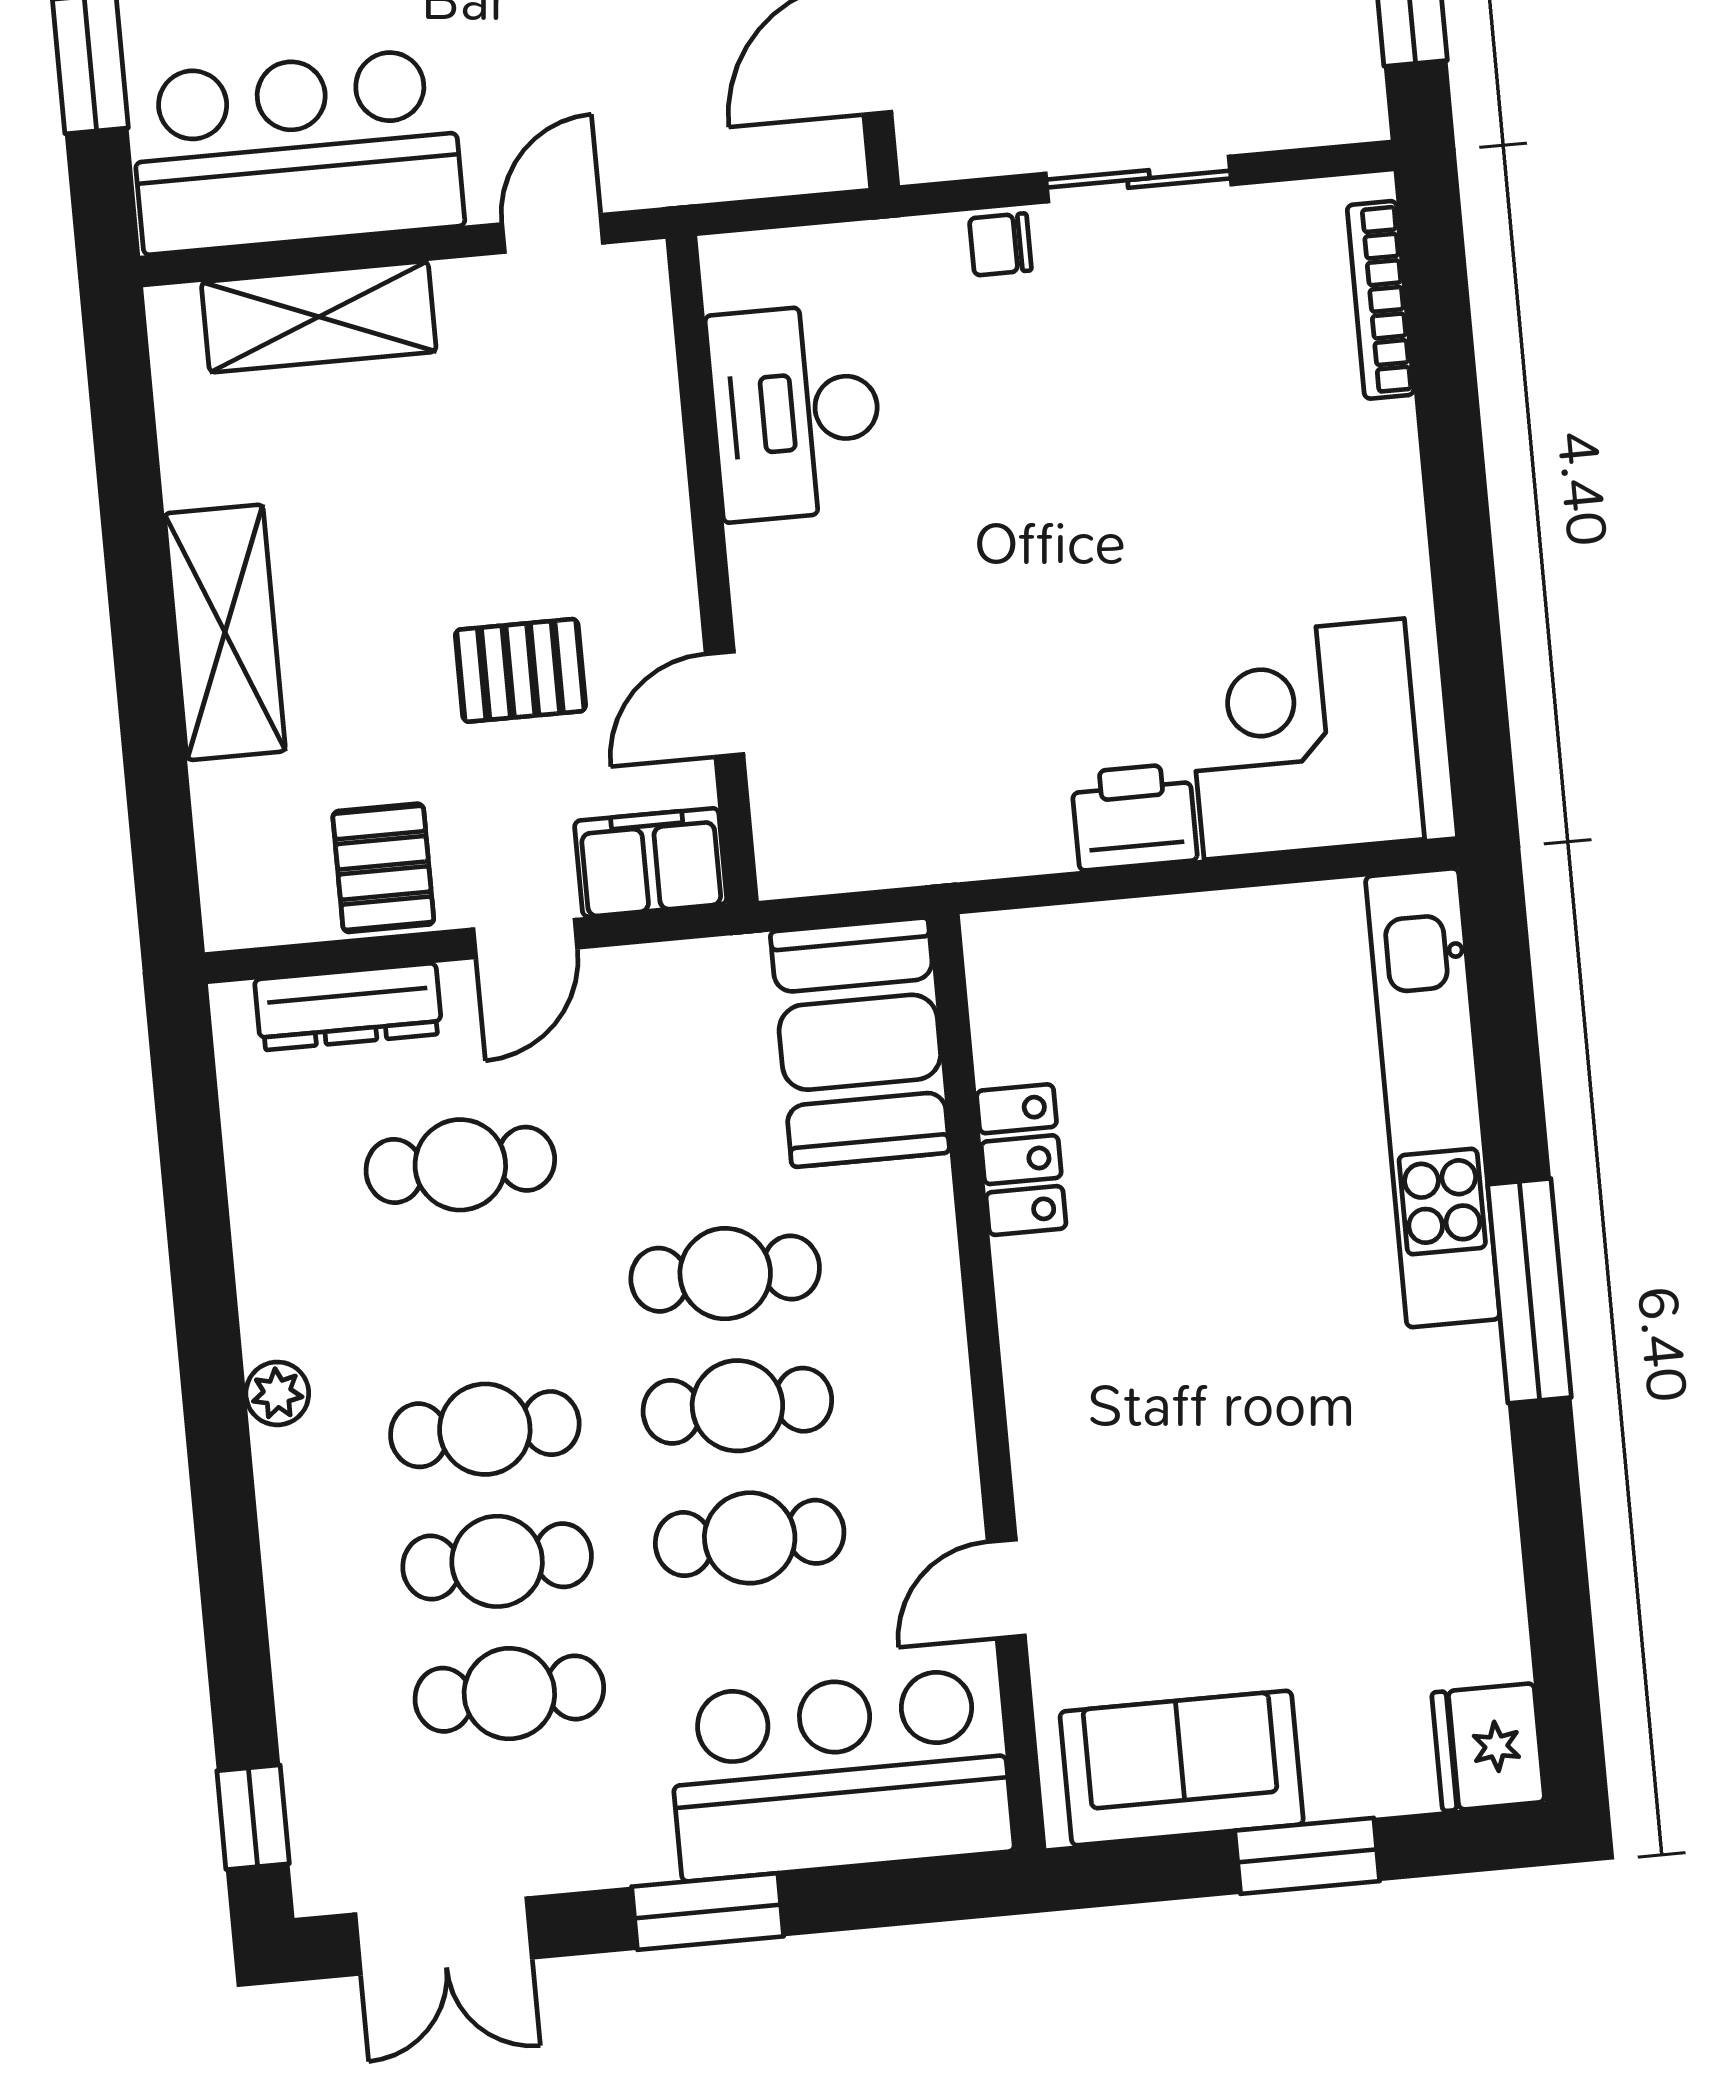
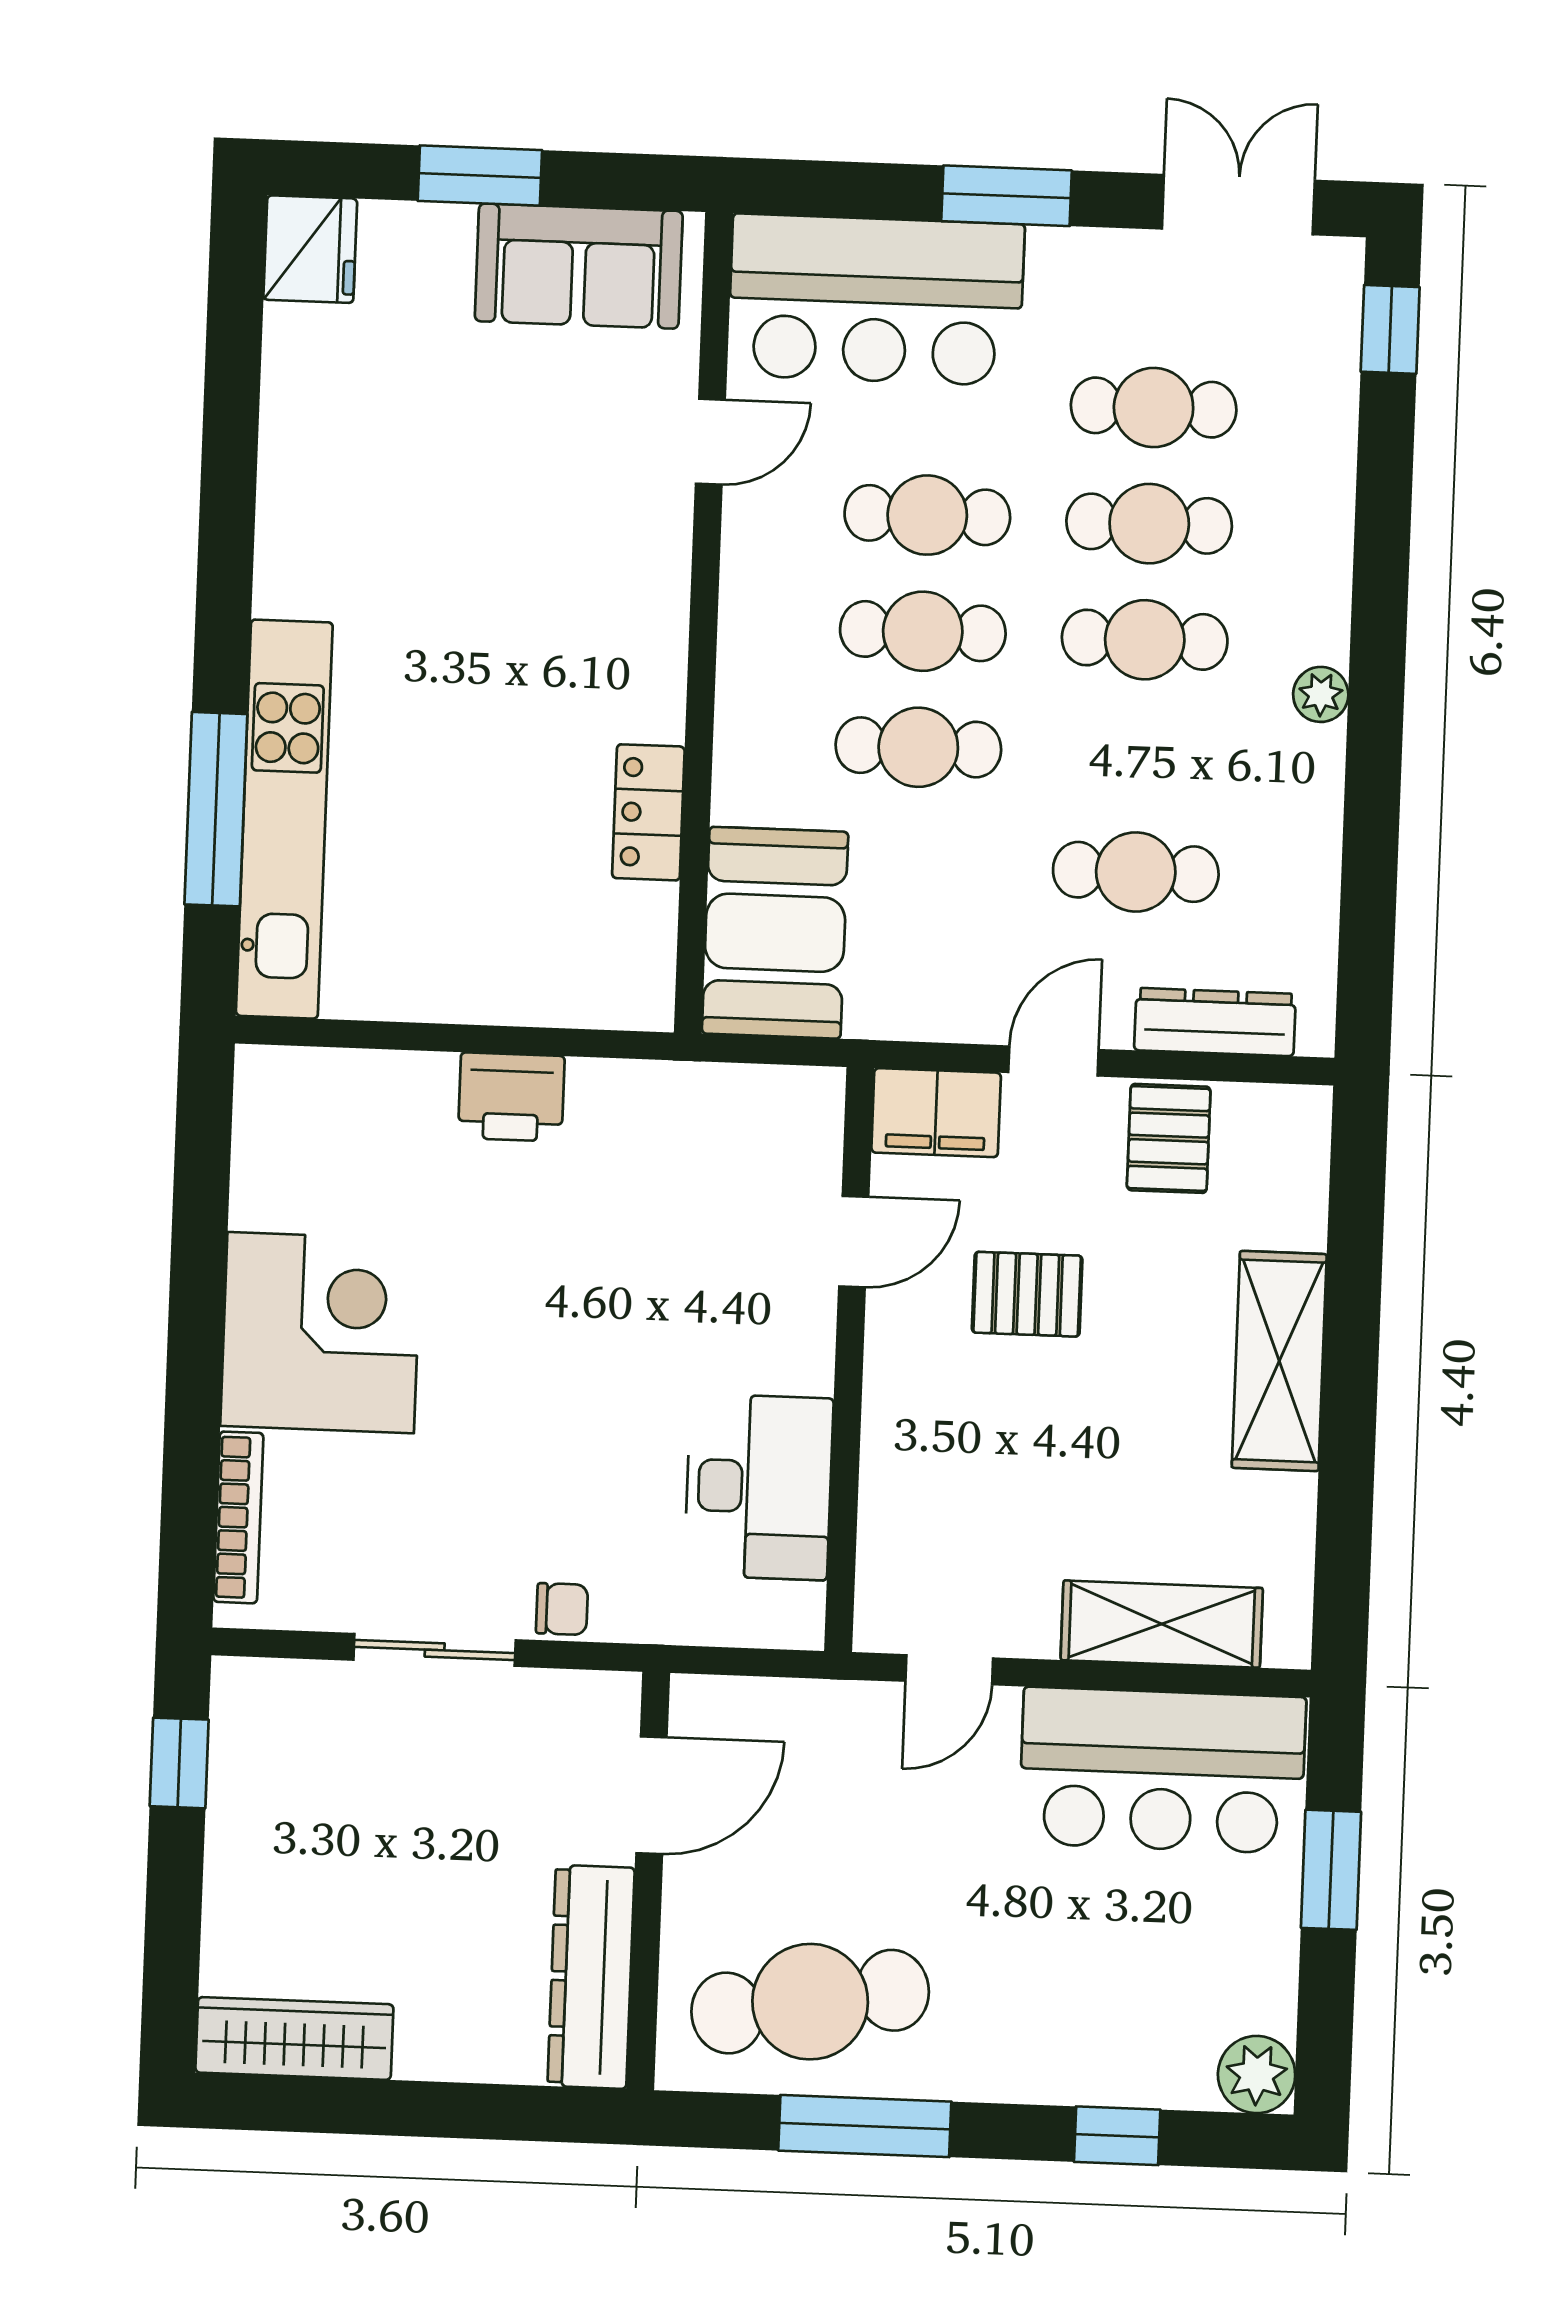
corner desk: (1304, 739) -> (321, 1333), moved, turned -90
window: (1529, 1291) -> (216, 809), moved

